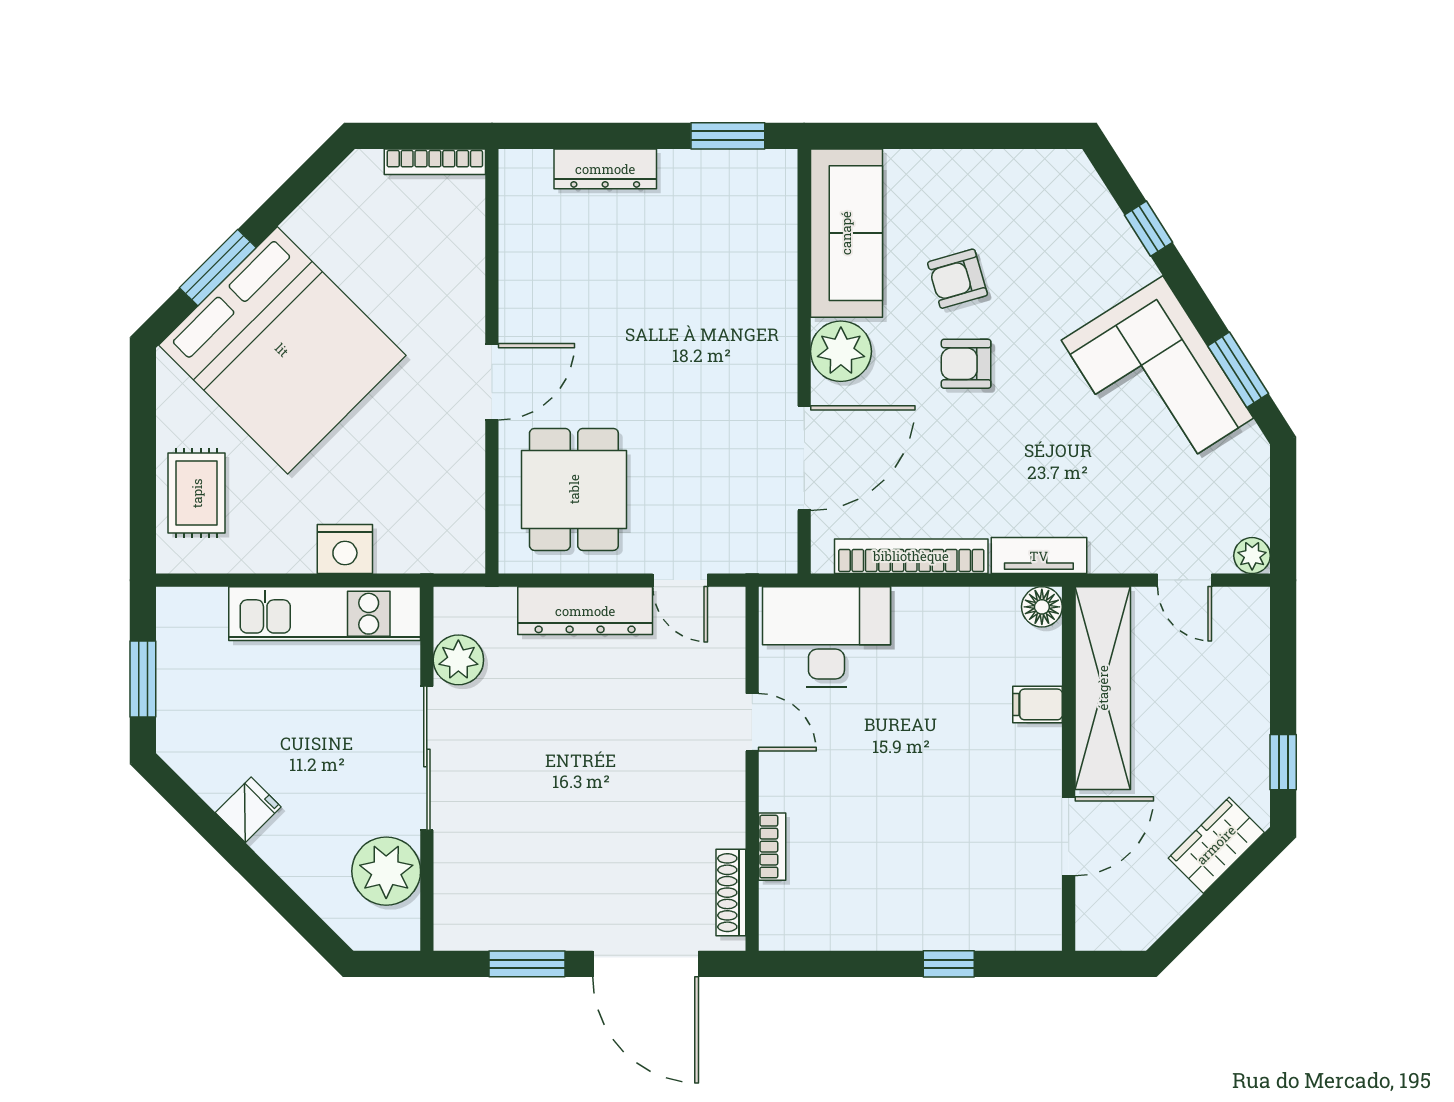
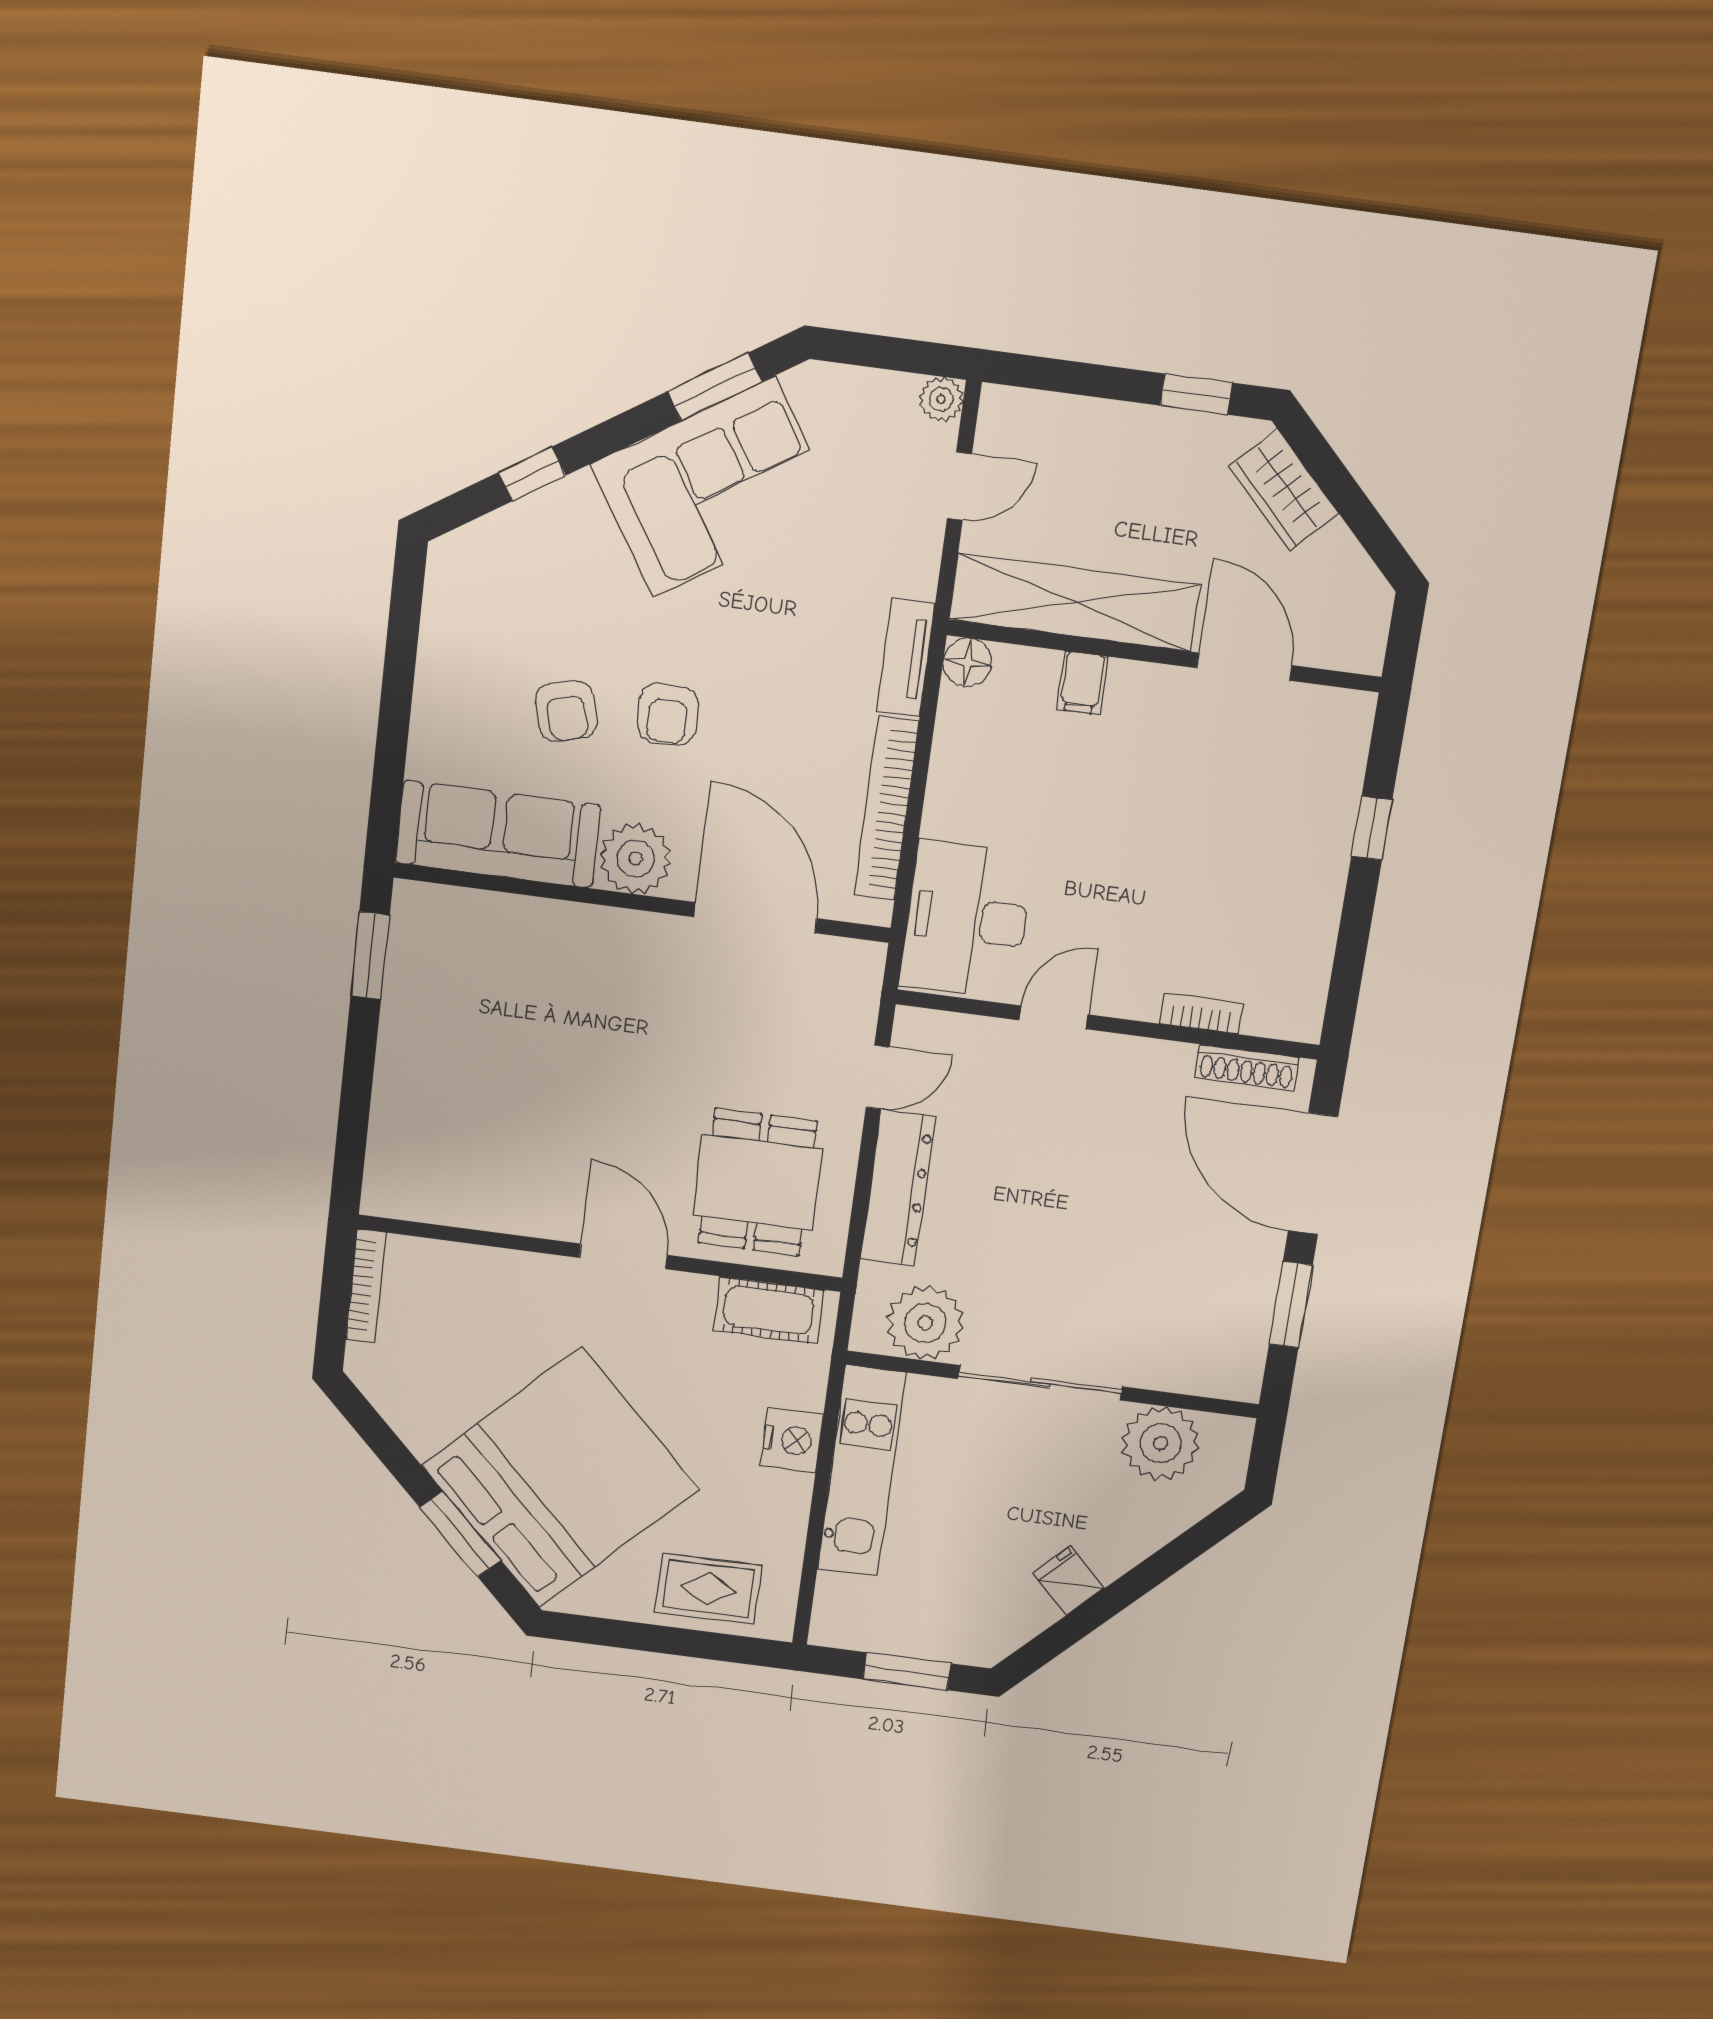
dresser: (605, 169) -> (394, 1099), removed
dining table: (574, 489) -> (757, 1182), turned 90
cot: (461, 514) -> (769, 1310), added
plant: (458, 660) -> (925, 1323), width x1.36, depth x1.36
door: (646, 964) -> (1313, 1174), swing flipped

